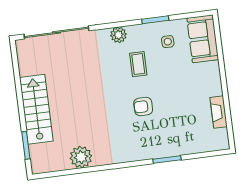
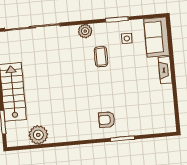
armchair: (143, 106) -> (107, 120), moved
fireplace: (219, 112) -> (165, 70), moved
plant: (81, 157) -> (38, 135), moved

